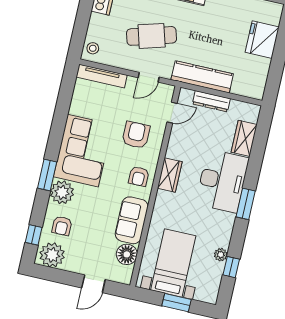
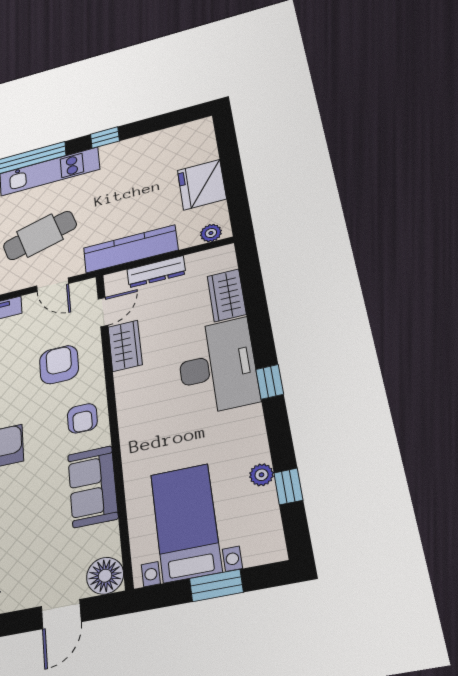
fridge: (262, 40) -> (202, 185), moved
door: (149, 77) -> (53, 285), hinge flipped
plant: (251, 91) -> (211, 233), added
wardrobe: (170, 175) -> (125, 346), moved
window: (246, 204) -> (270, 382), width x0.67
floor lamp: (127, 254) -> (105, 576), moved

